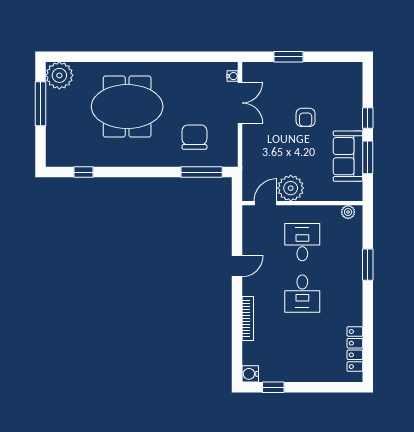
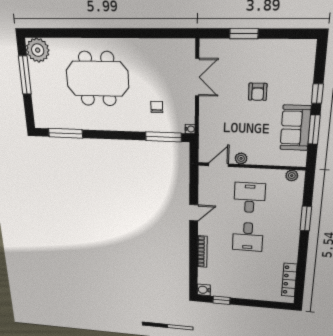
water cooler: (233, 76) -> (190, 129), moved
chair: (194, 137) -> (157, 107), width x0.54, depth x0.54
window: (83, 172) -> (65, 133), width x2.17
plant: (291, 188) -> (241, 158), width x0.53, depth x0.53

